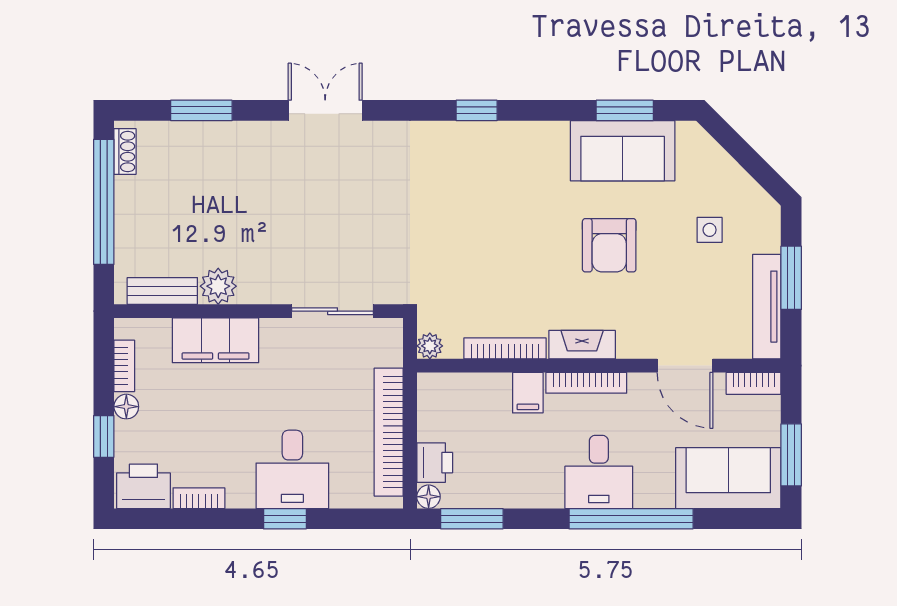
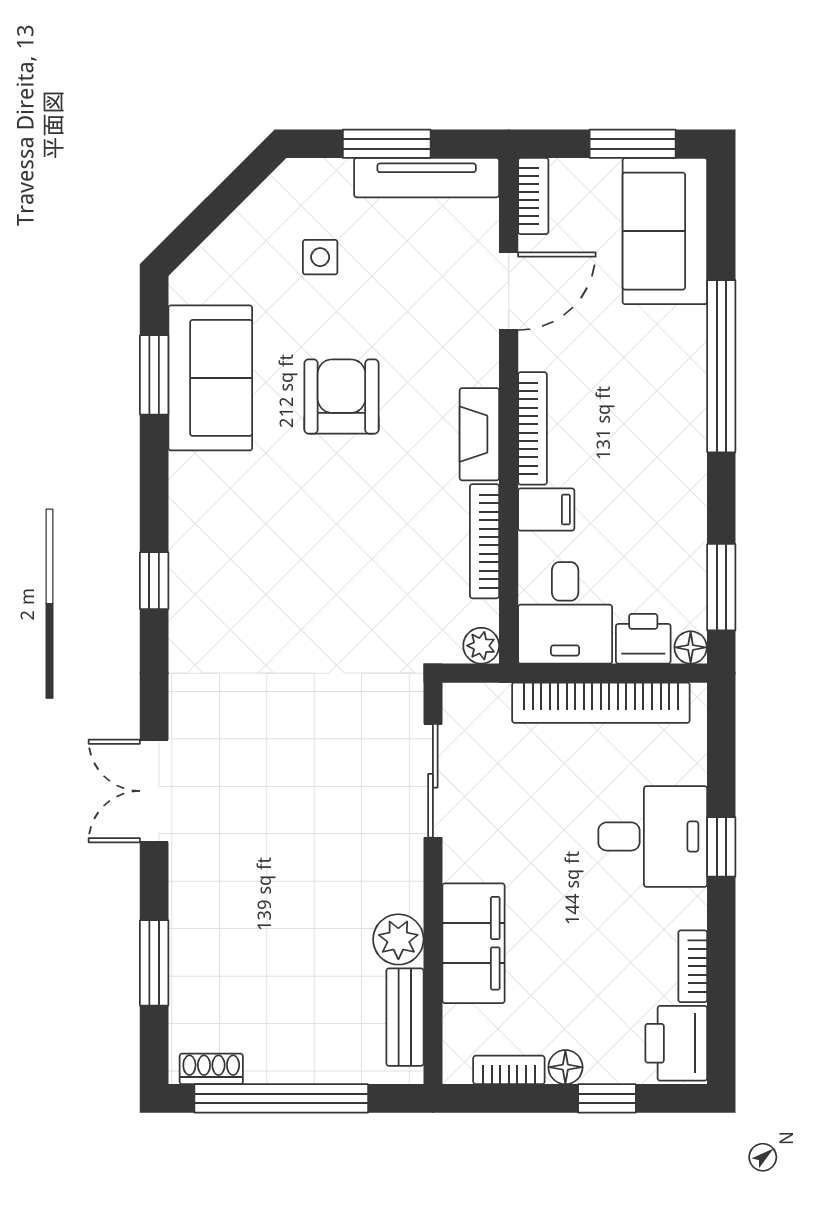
armchair: (609, 245) -> (341, 397), turned -90
desk: (599, 472) -> (565, 613), moved, turned 90

